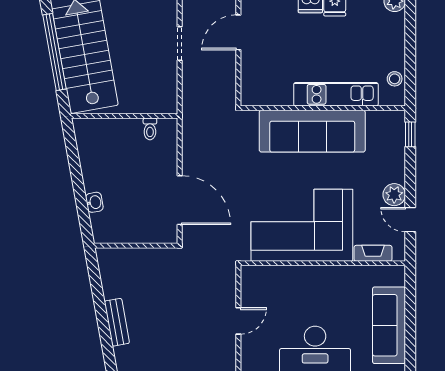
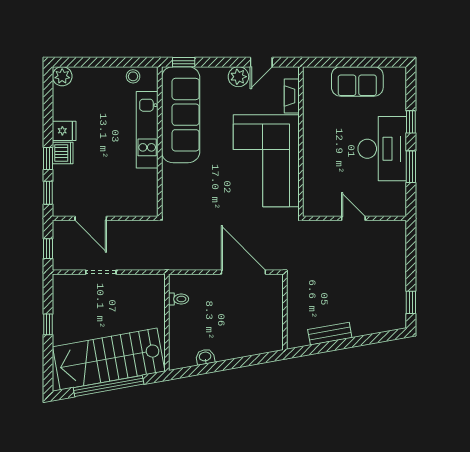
sofa: (312, 131) -> (181, 115), moved
door: (180, 200) -> (243, 272), hinge flipped
washbasin: (94, 202) -> (205, 357), moved
bench: (117, 322) -> (330, 334), moved
sofa: (389, 325) -> (357, 81), width x0.73

